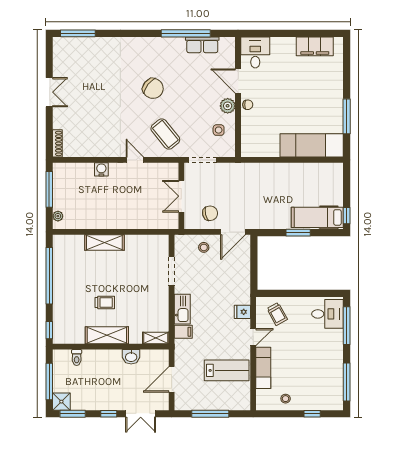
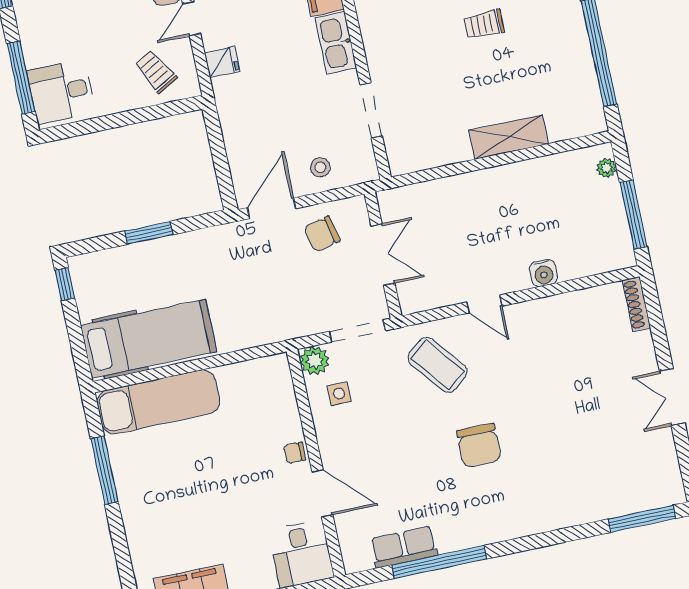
chair: (153, 88) -> (479, 445), turned -128
plant: (228, 106) -> (315, 361), moved
hospital bed: (317, 217) -> (149, 339), moved, width x1.37, depth x1.29

